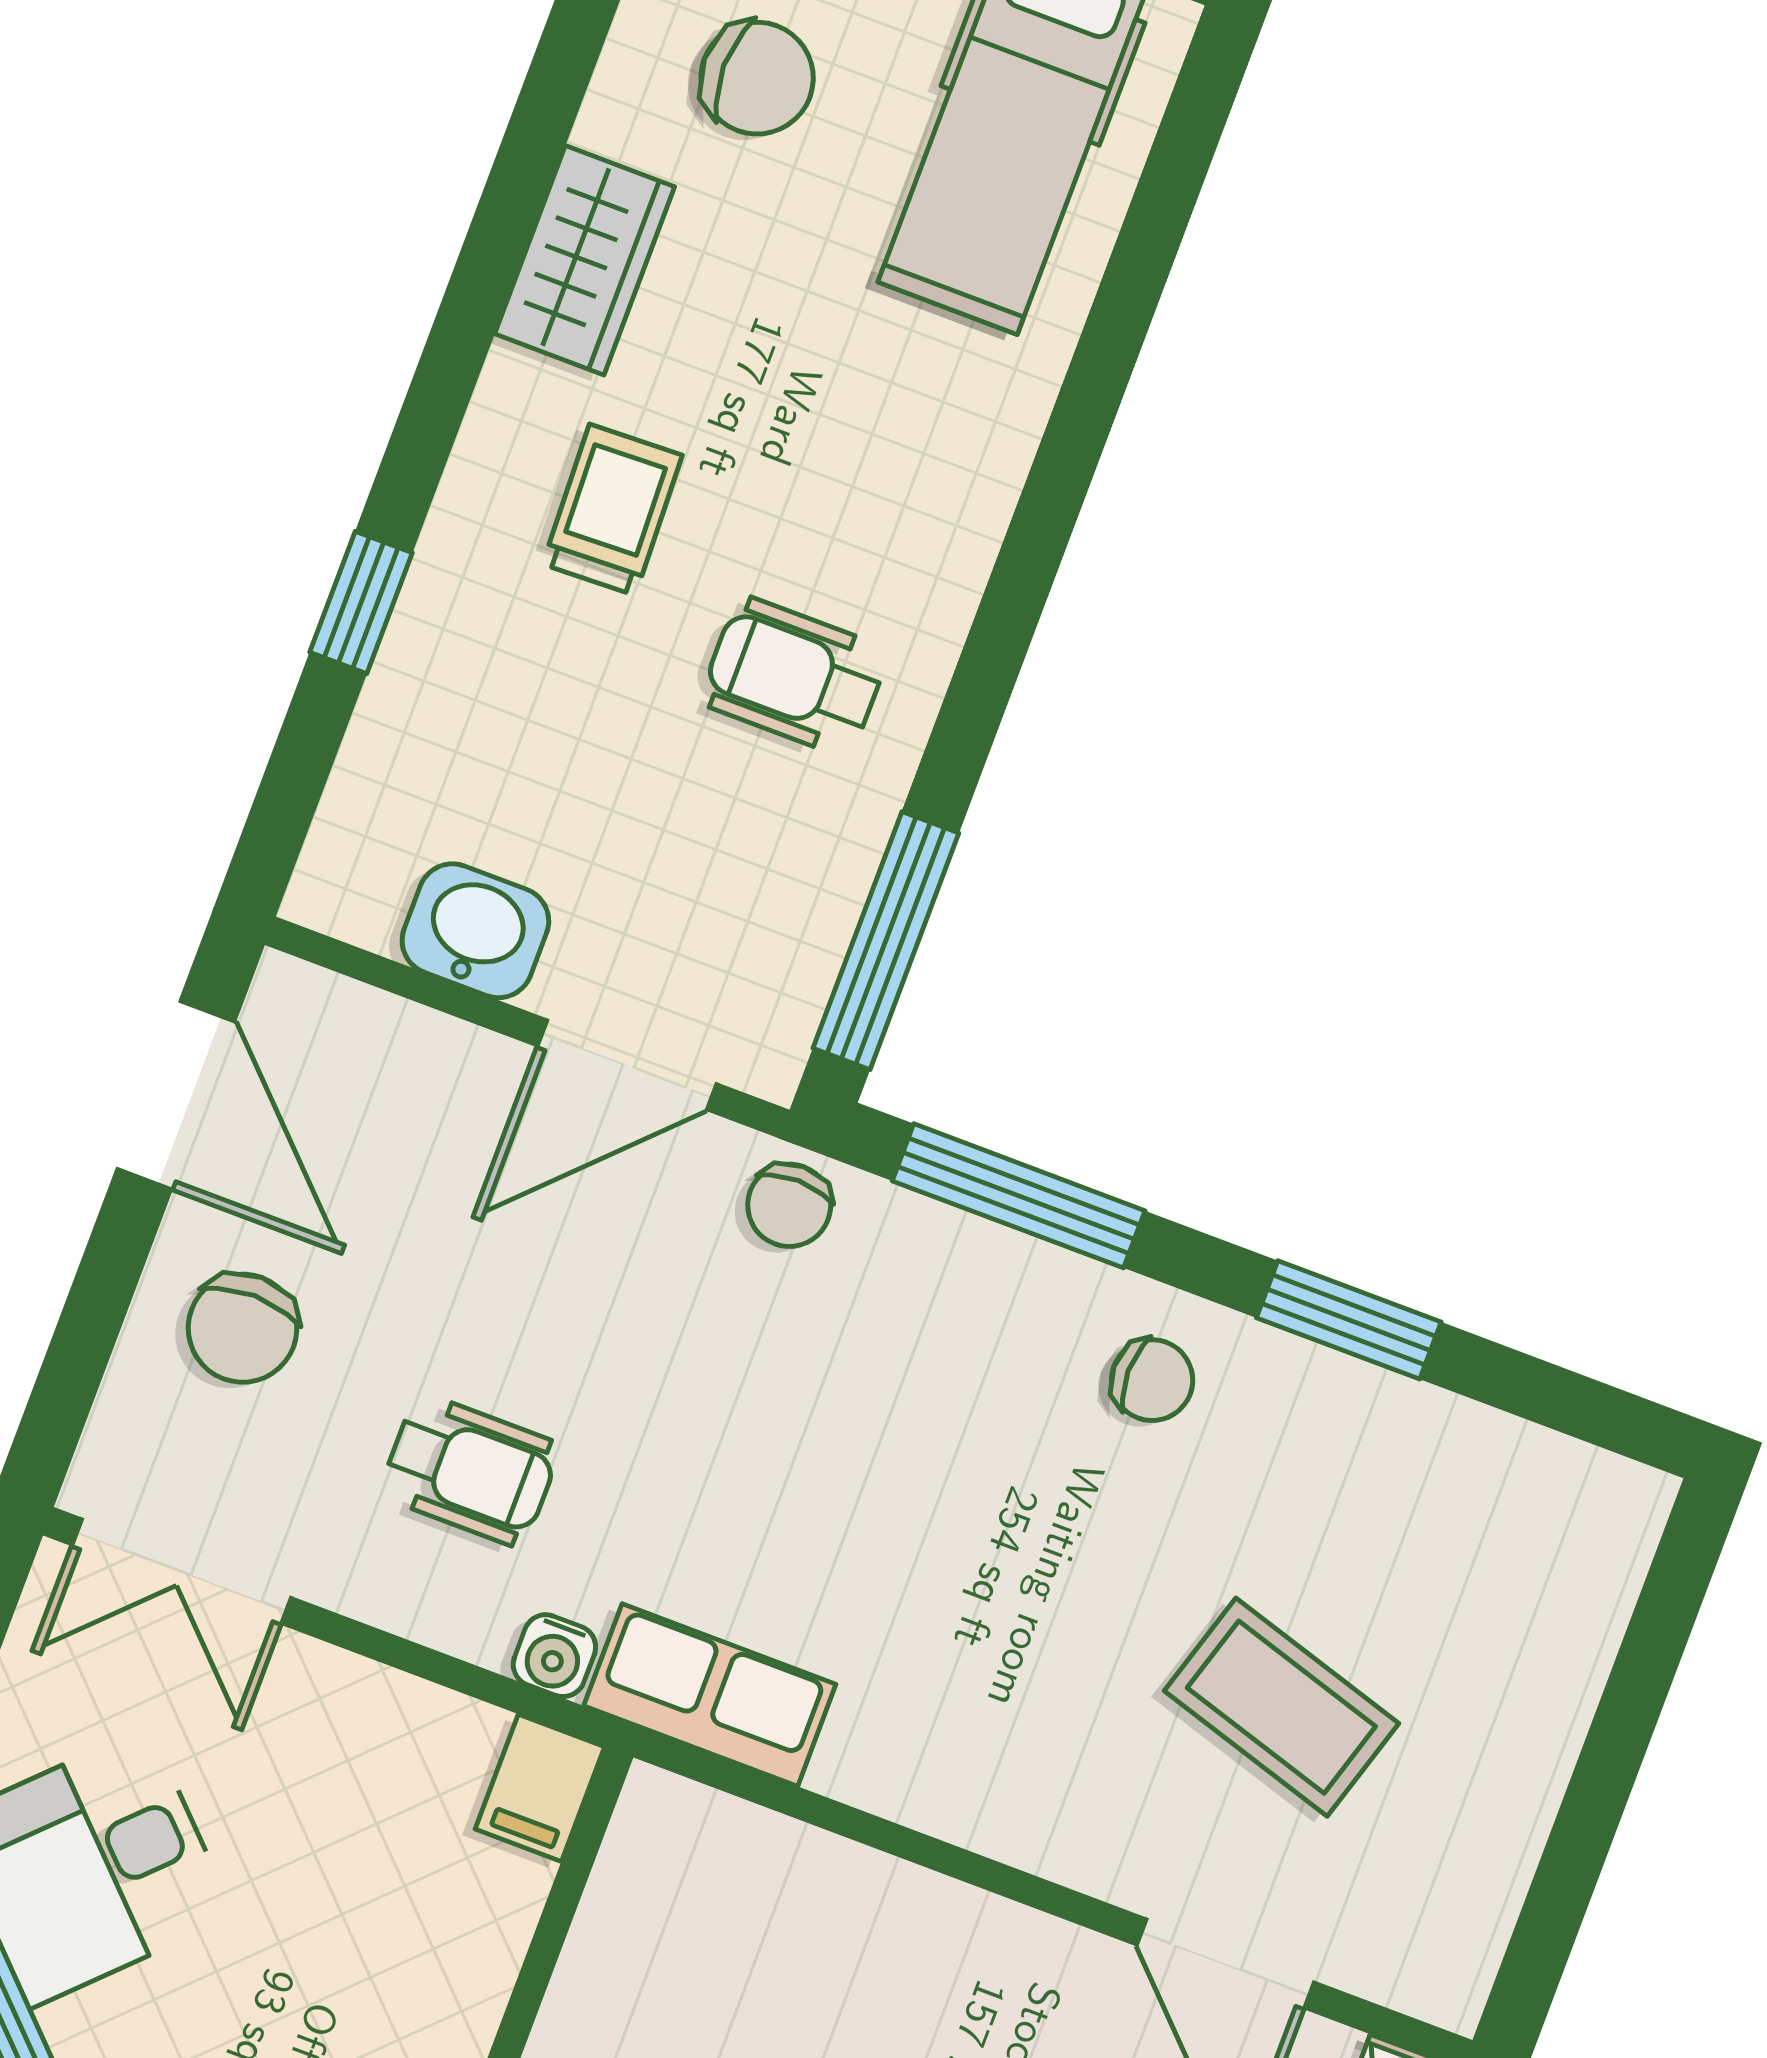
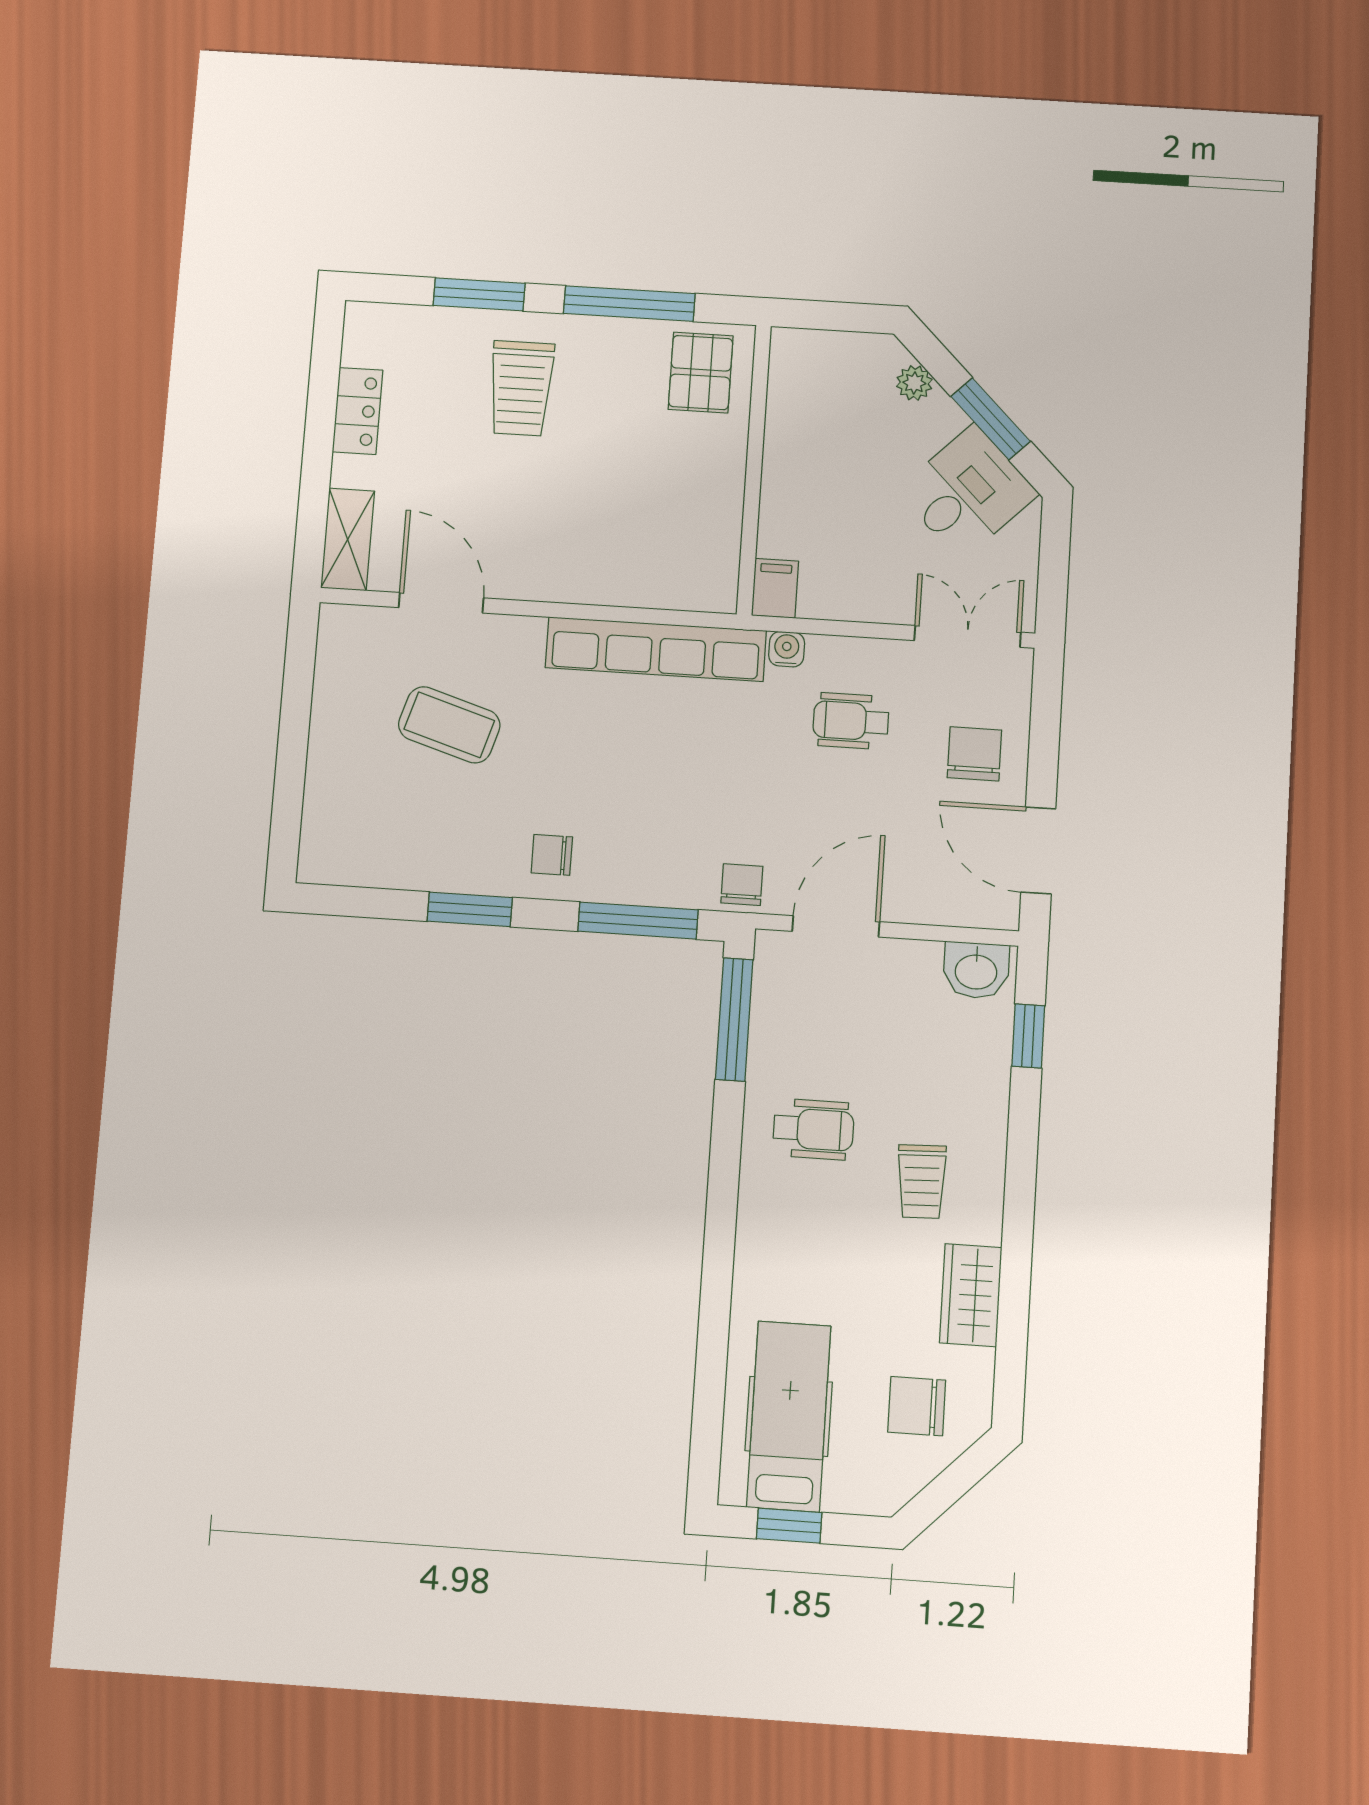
window: (361, 602) -> (1028, 1036), moved
washbasin: (475, 931) -> (976, 970), moved
row of seats: (710, 1695) -> (656, 649), width x2.02

